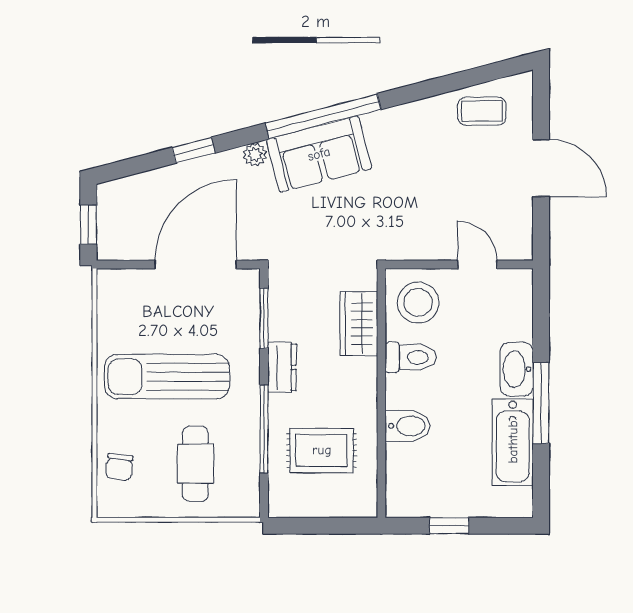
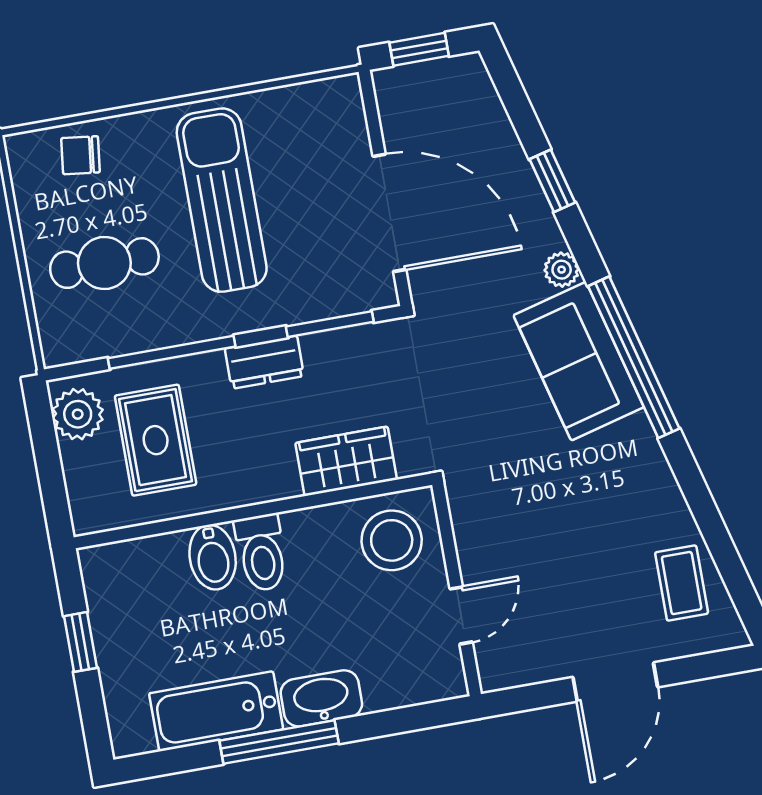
toilet: (411, 357) -> (261, 553), moved
plant: (295, 500) -> (78, 414), added

